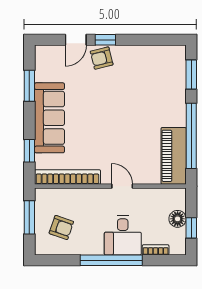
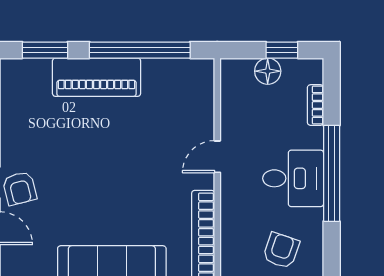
piano: (174, 156) -> (97, 77), moved
desk: (123, 235) -> (293, 178), moved

